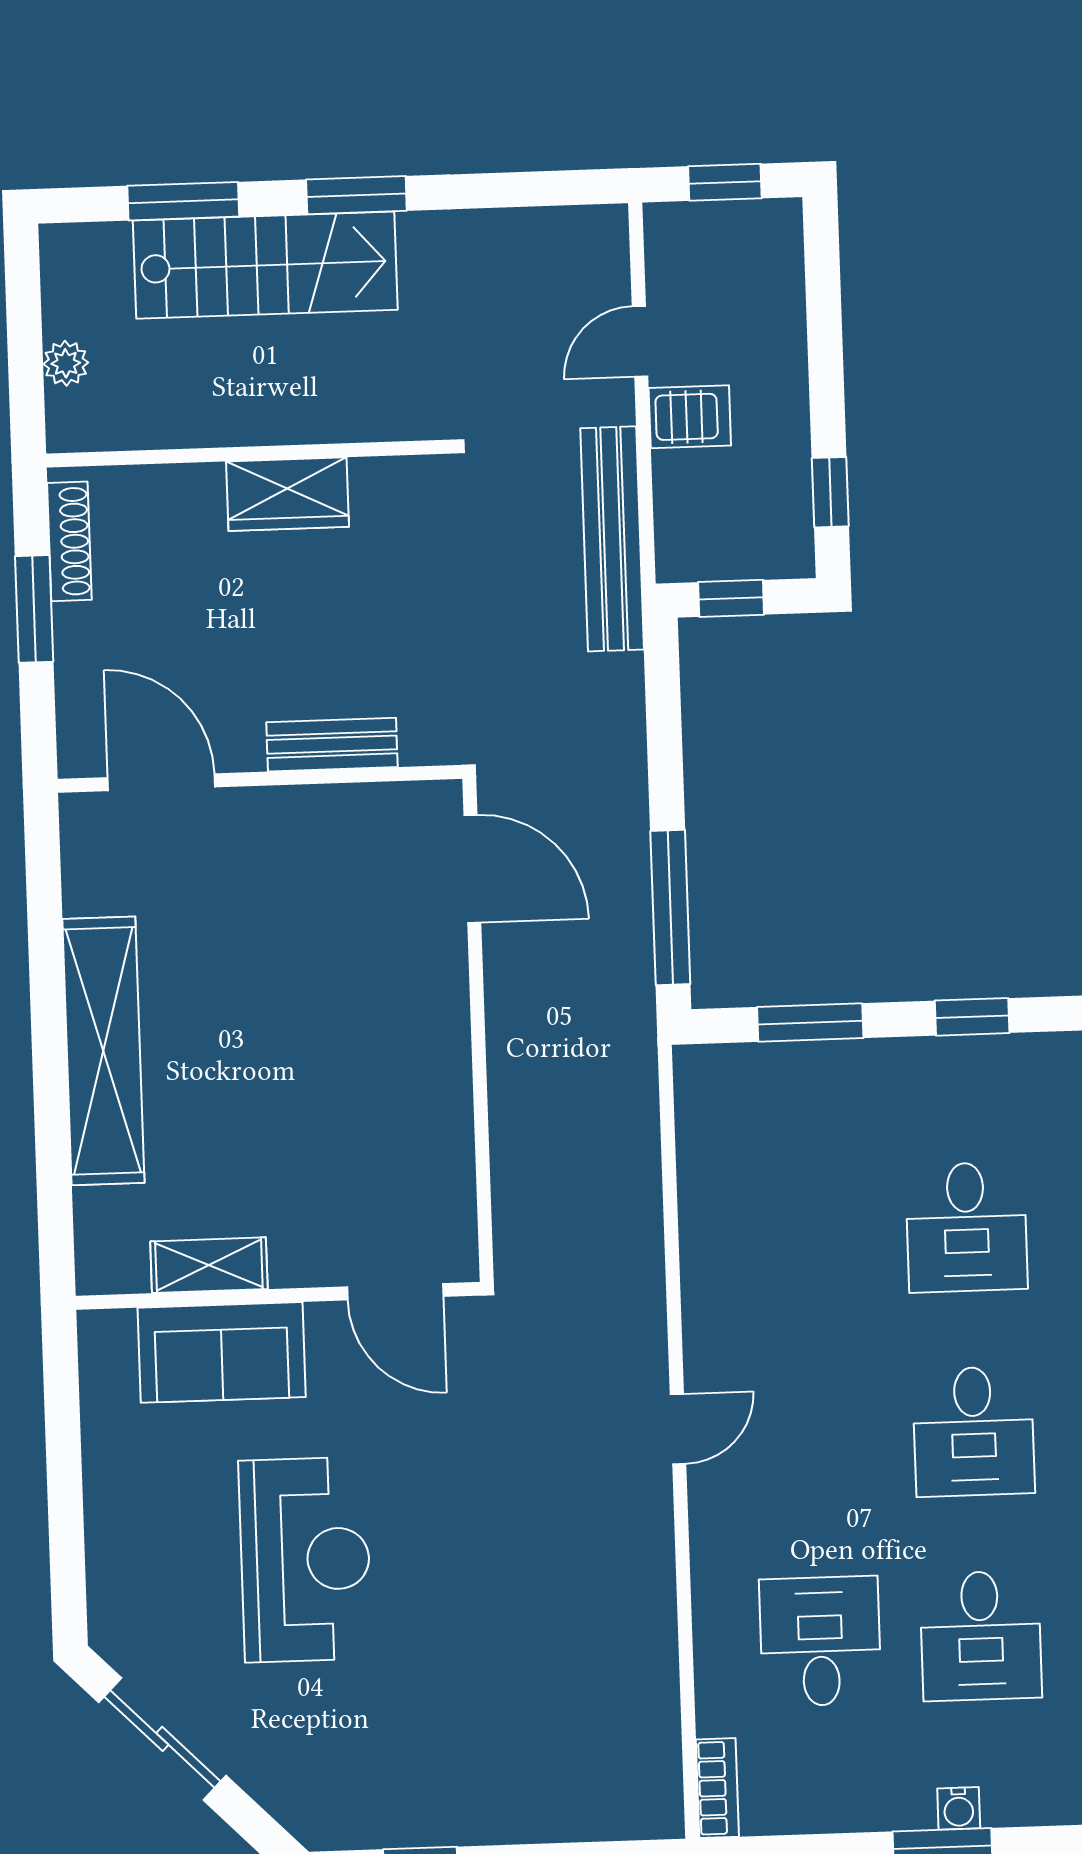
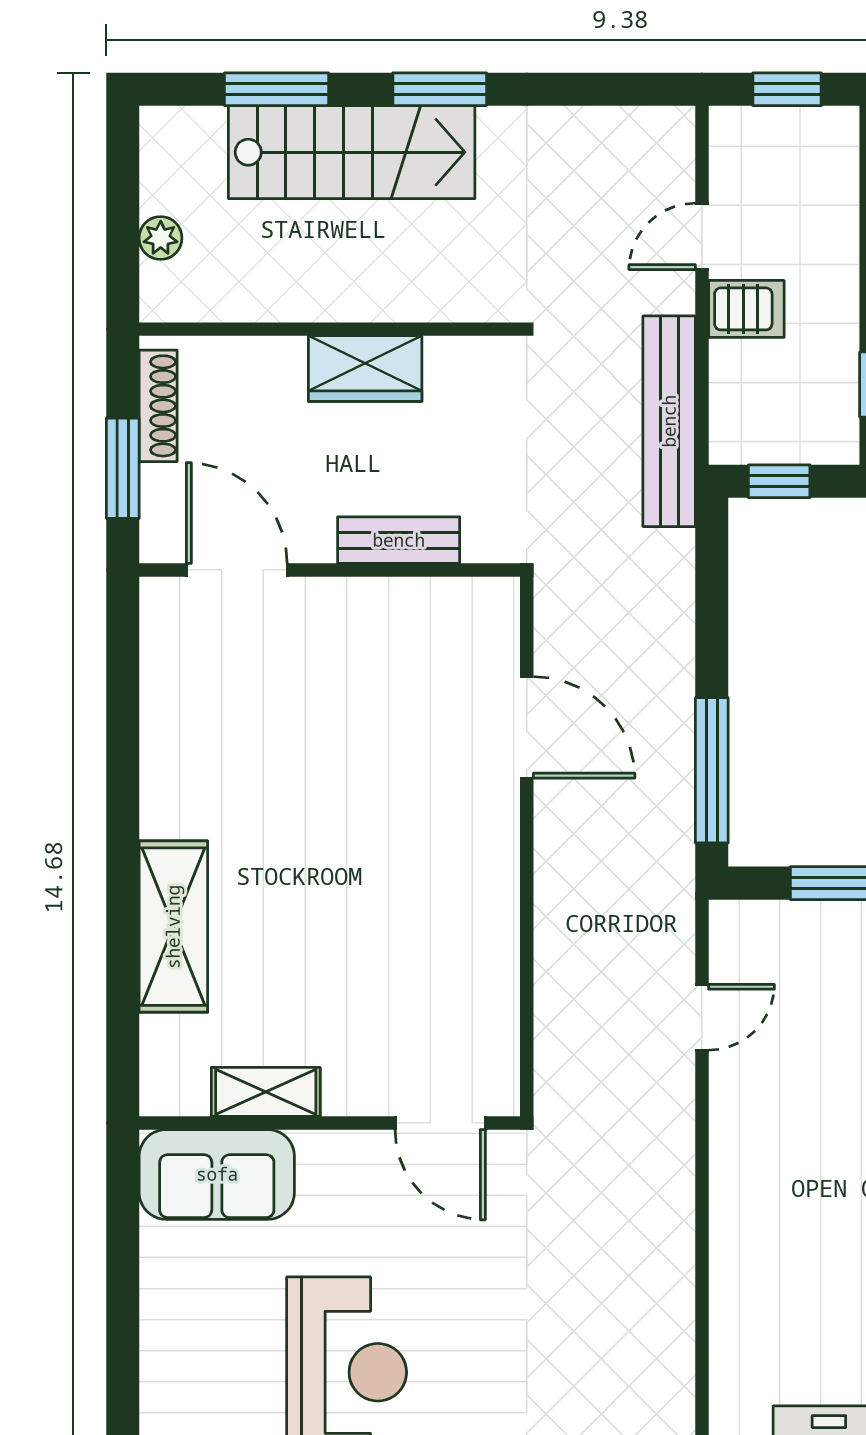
bench: (332, 745) -> (399, 540), moved
wall: (260, 779) -> (330, 570), moved
door: (161, 782) -> (237, 570), moved
shelving: (103, 1051) -> (173, 927), width x0.68
sofa: (222, 1352) -> (217, 1174), moved
door: (678, 1429) -> (702, 1017), moved

